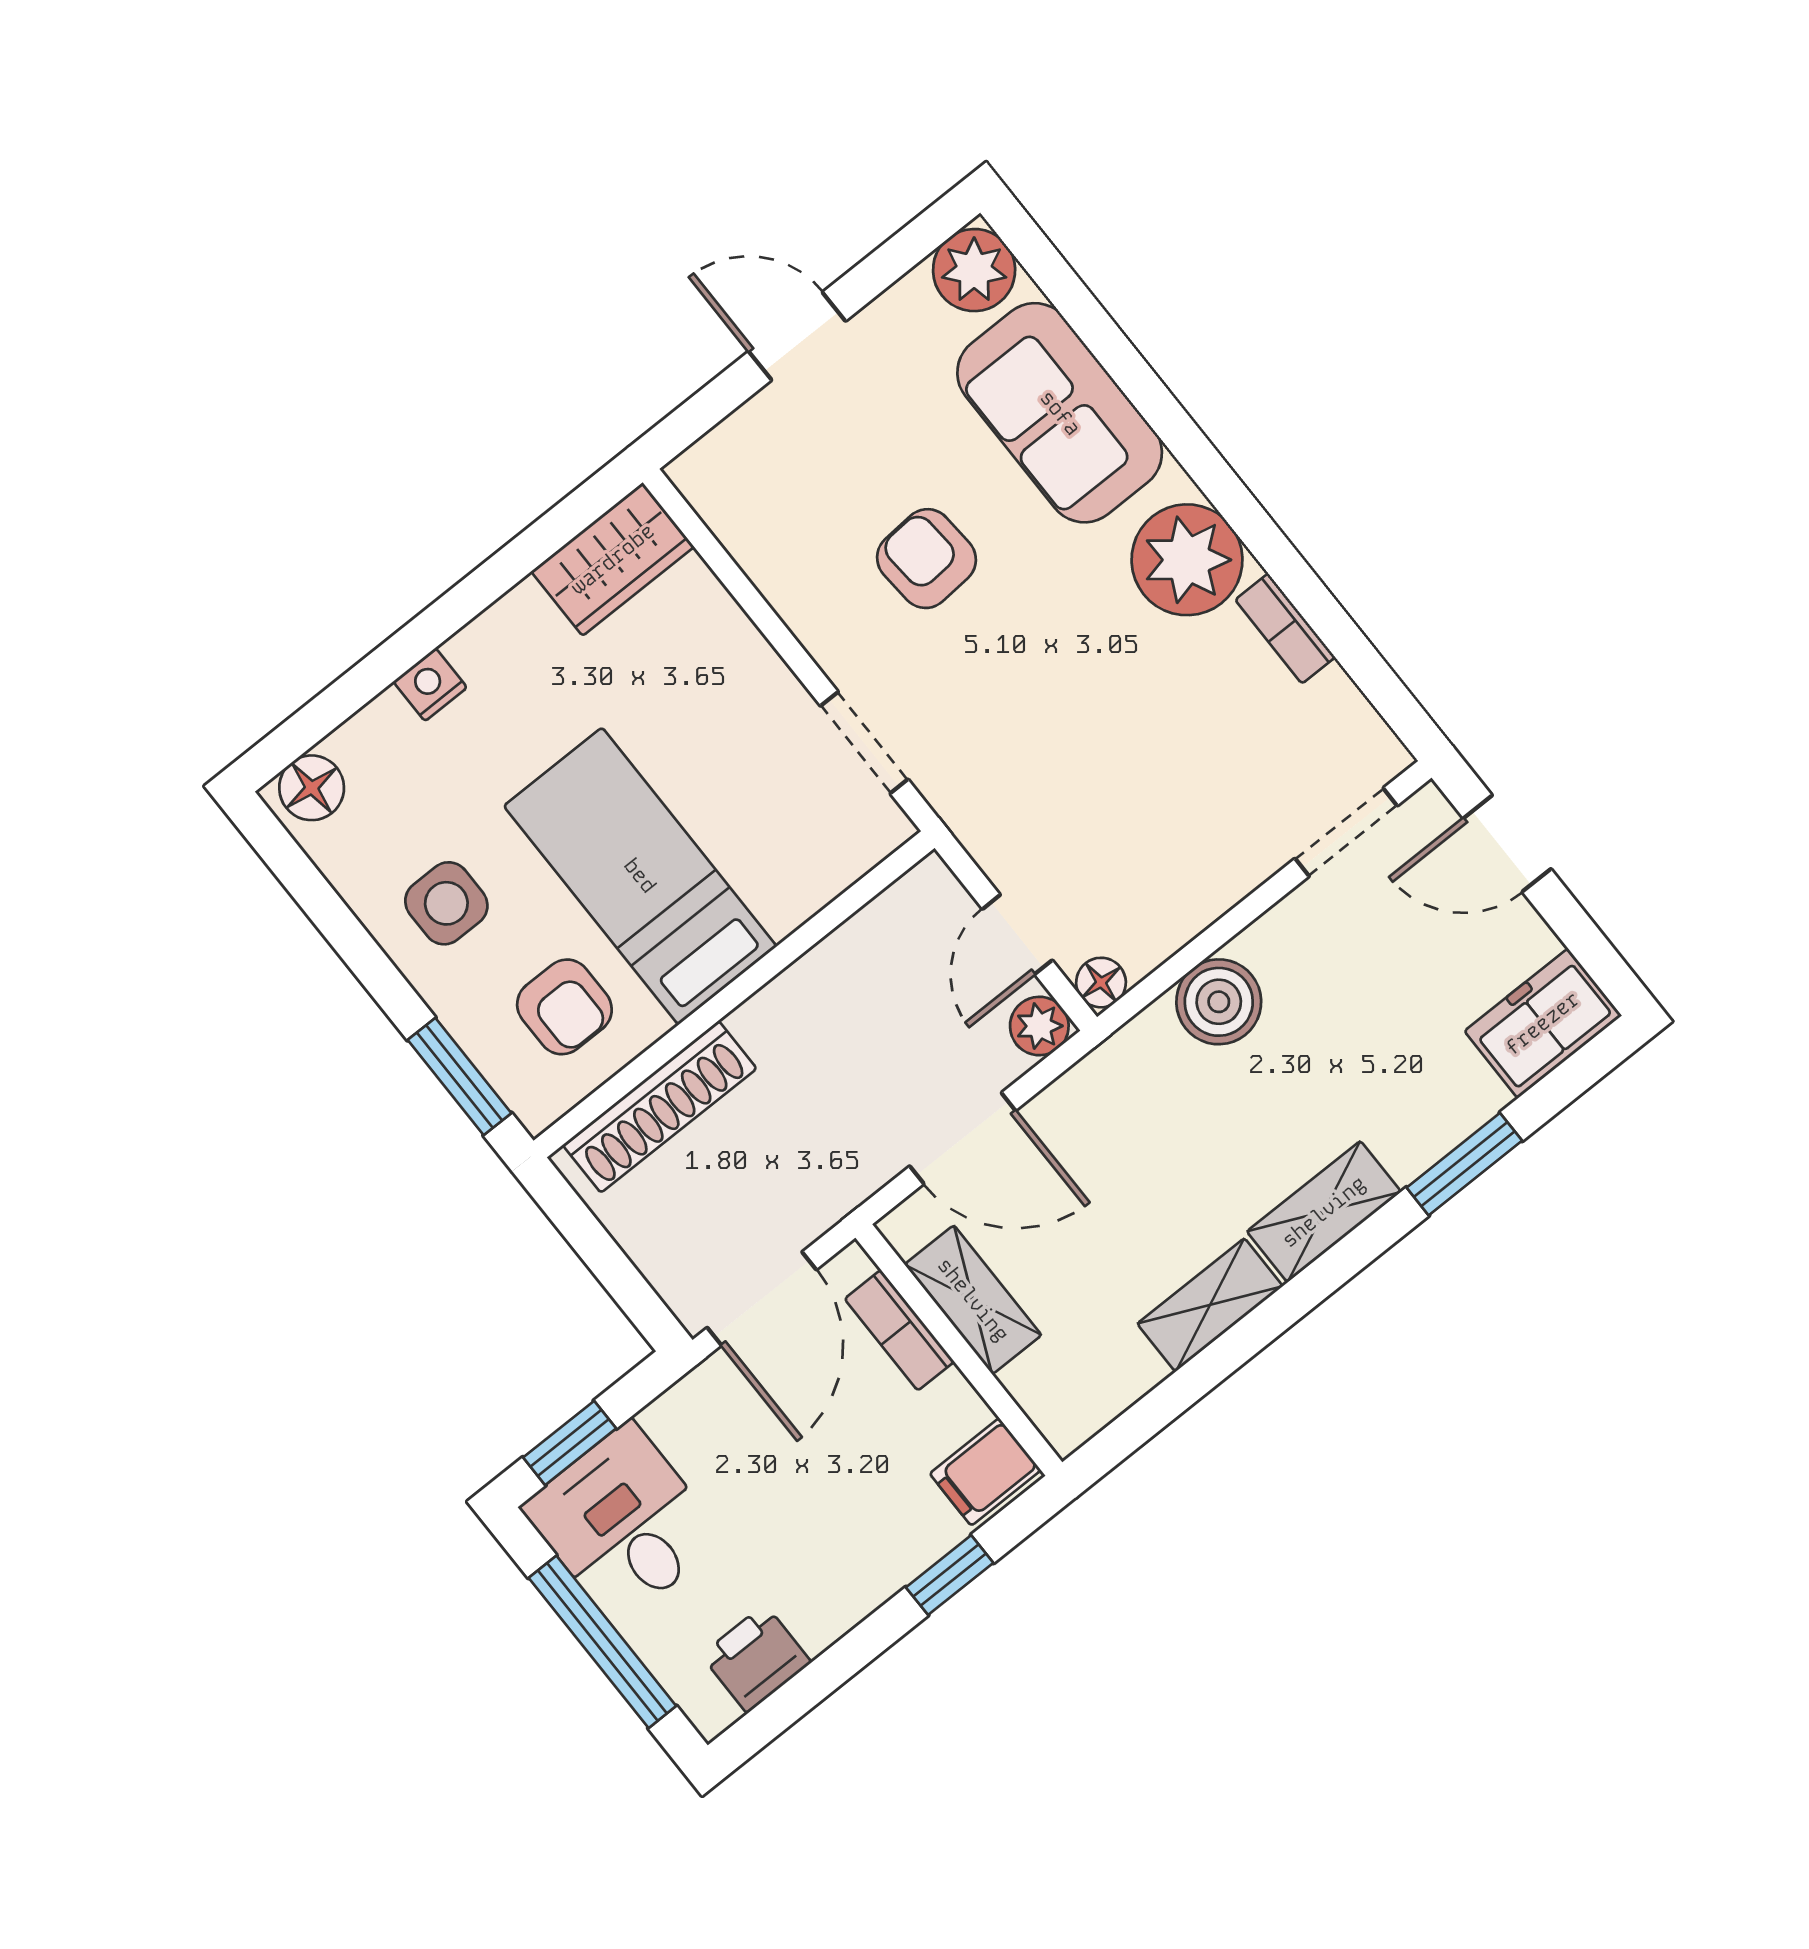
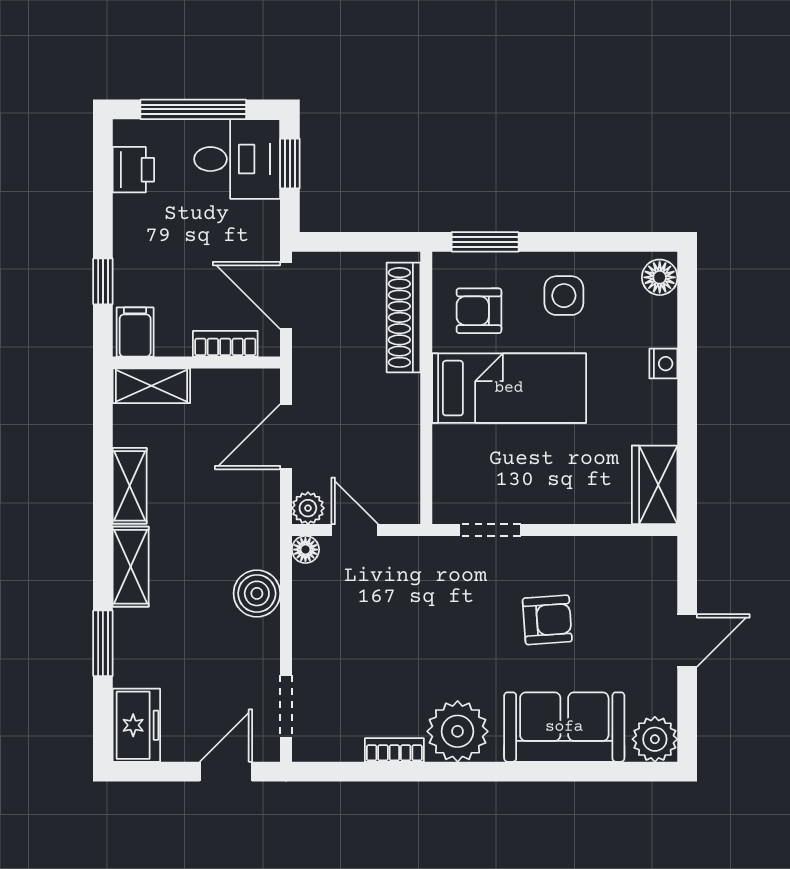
shelving: (973, 1300) -> (151, 386), moved

